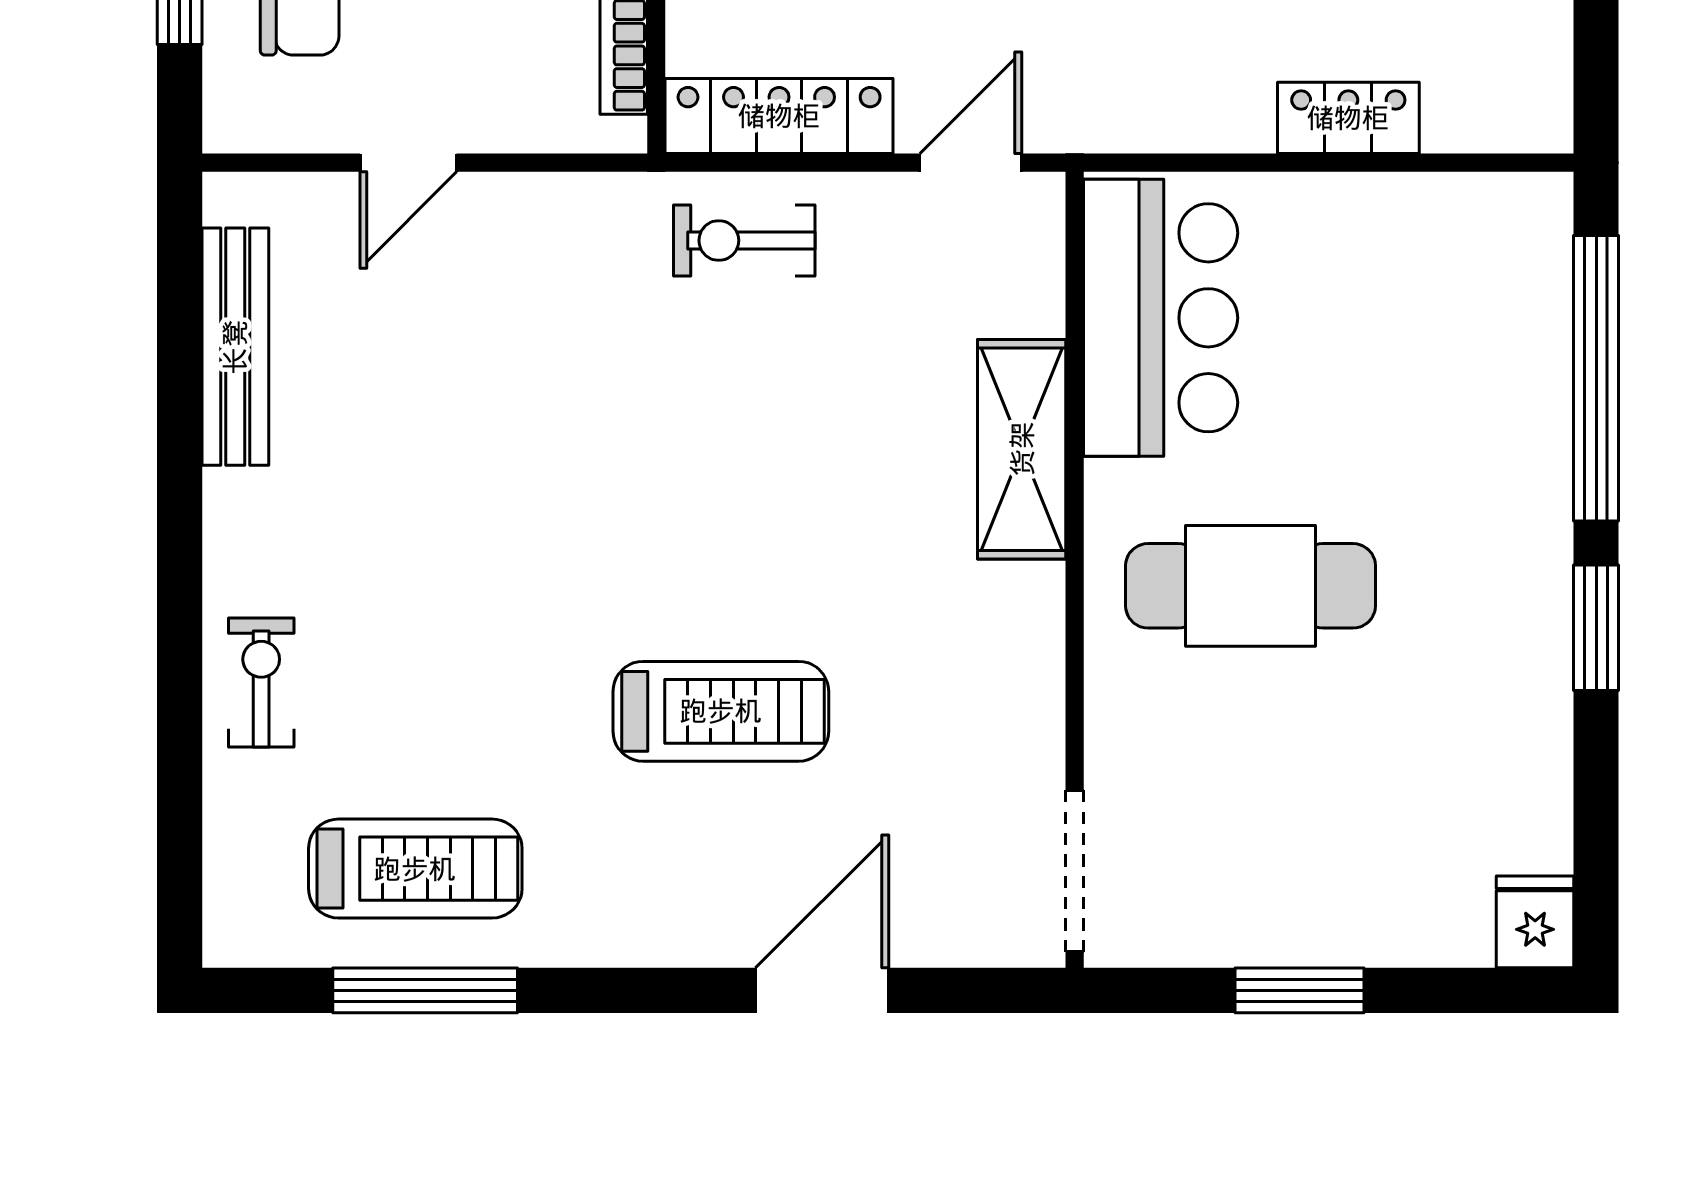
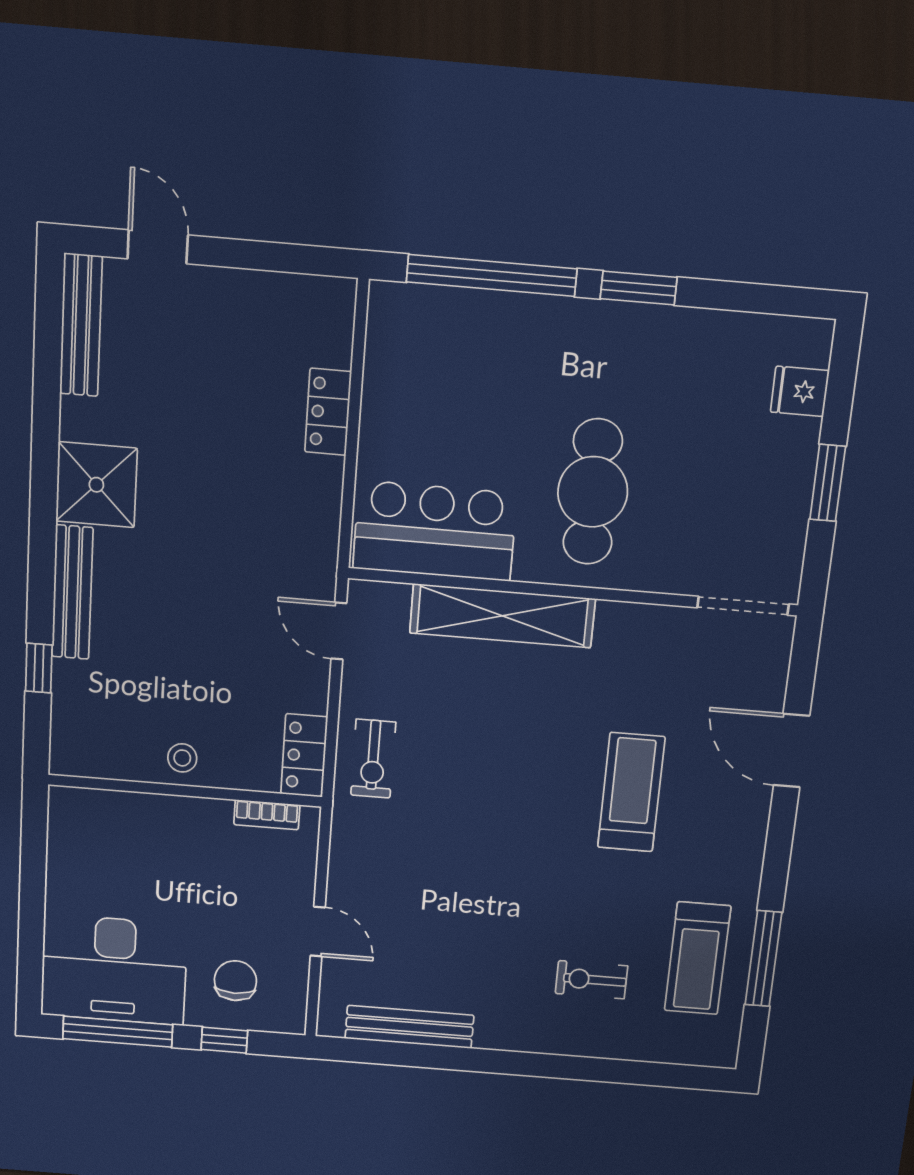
locker: (779, 116) -> (304, 755), width x0.66
shelving: (1022, 449) -> (502, 616), width x1.47
exercise bike: (261, 683) -> (591, 980), moved
treadmill: (415, 869) -> (698, 958), turned 180
fridge: (1535, 922) -> (800, 391), moved

